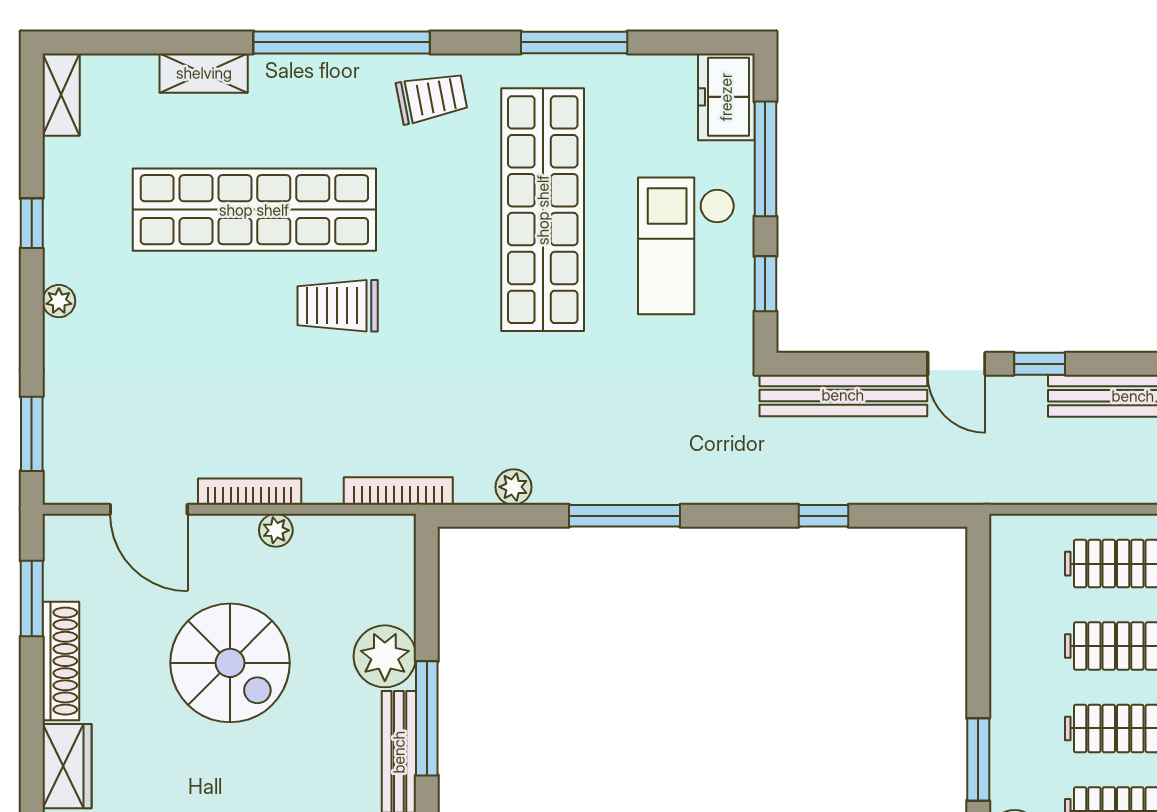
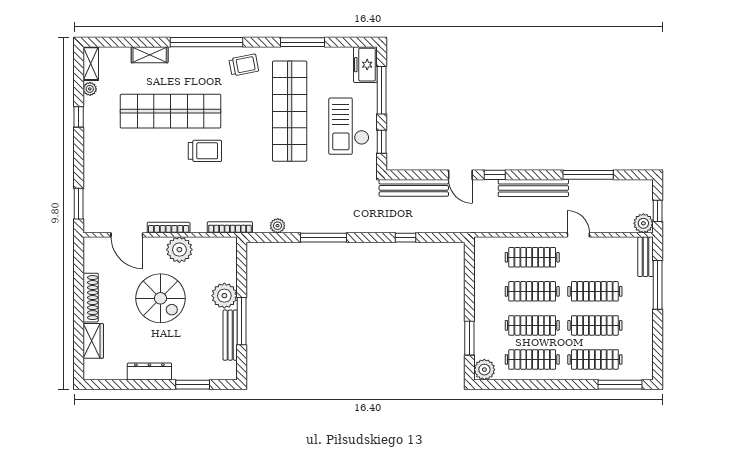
plant: (59, 301) -> (90, 89), moved
trolley: (338, 306) -> (205, 151), turned 180
plant: (276, 530) -> (179, 250), width x1.87, depth x1.87
window: (32, 599) -> (79, 272), removed

